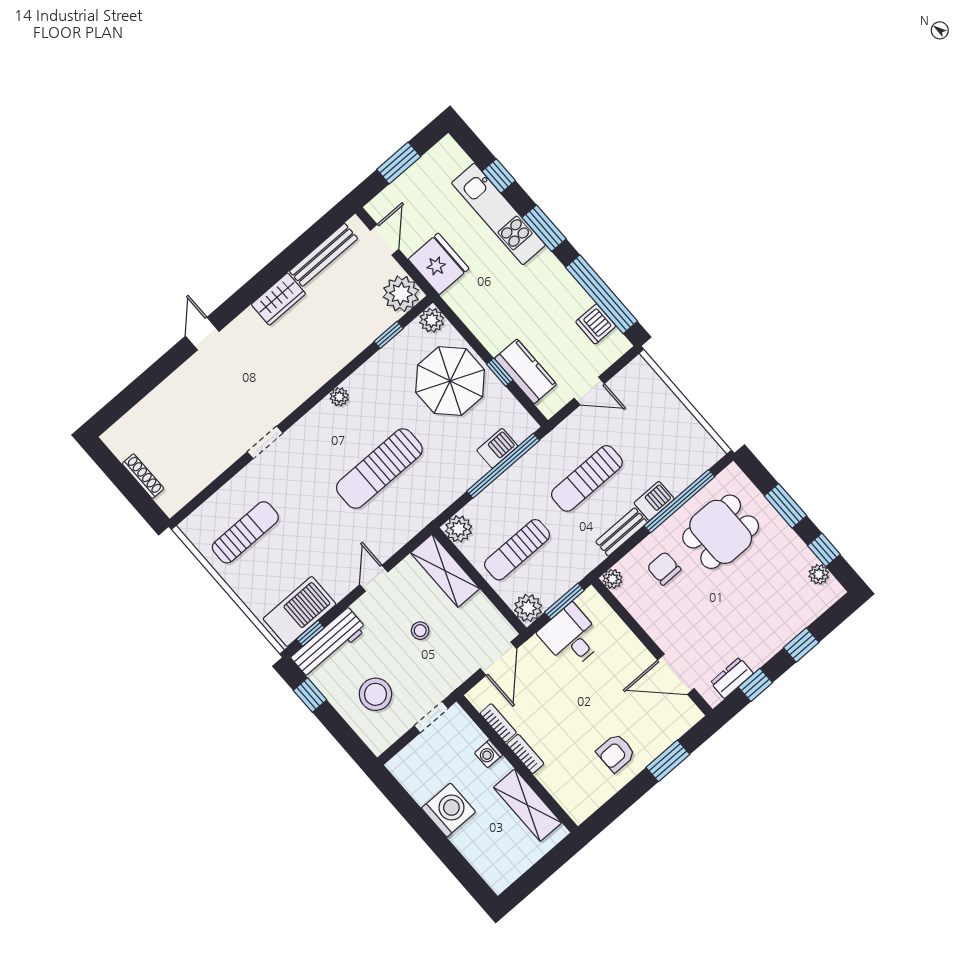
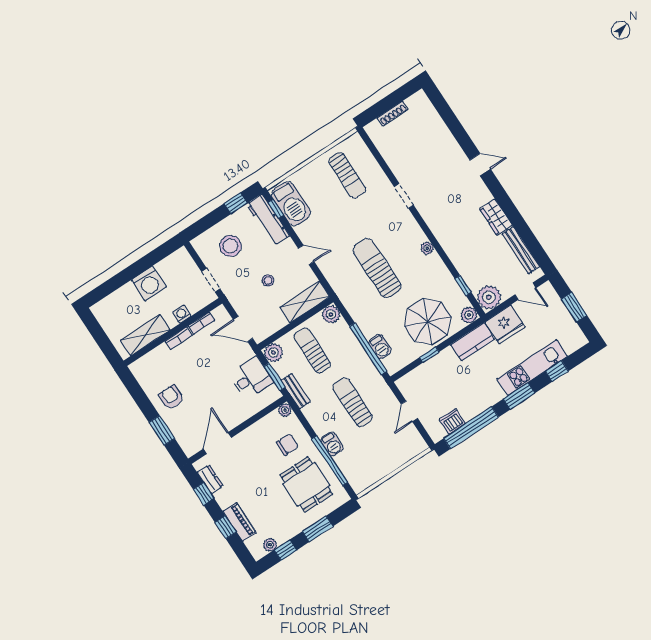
kitchen counter: (525, 371) -> (473, 342), moved
bench: (622, 532) -> (296, 391), moved
piano: (791, 625) -> (240, 522), added

